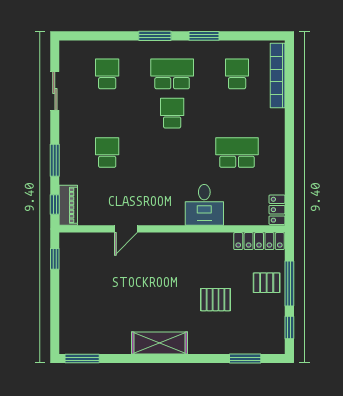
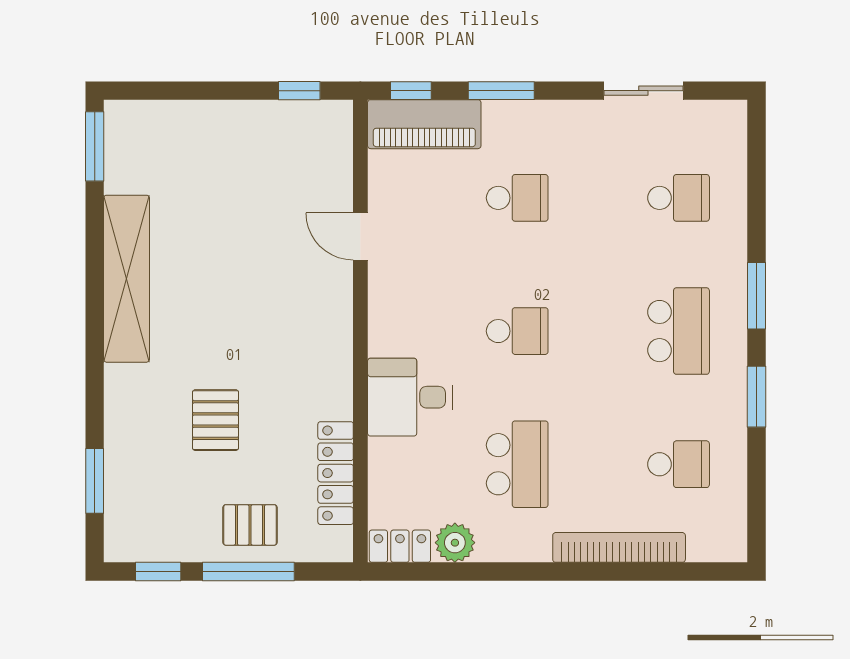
bookcase: (278, 75) -> (619, 547), moved
school desk: (172, 113) -> (517, 331), moved
plant: (275, 183) -> (455, 543), added
piano: (68, 205) -> (424, 124), width x1.37, depth x1.33
locker: (259, 241) -> (336, 473), moved
pallet: (267, 283) -> (250, 525), turned 90
shelving: (160, 343) -> (127, 279), width x1.47

